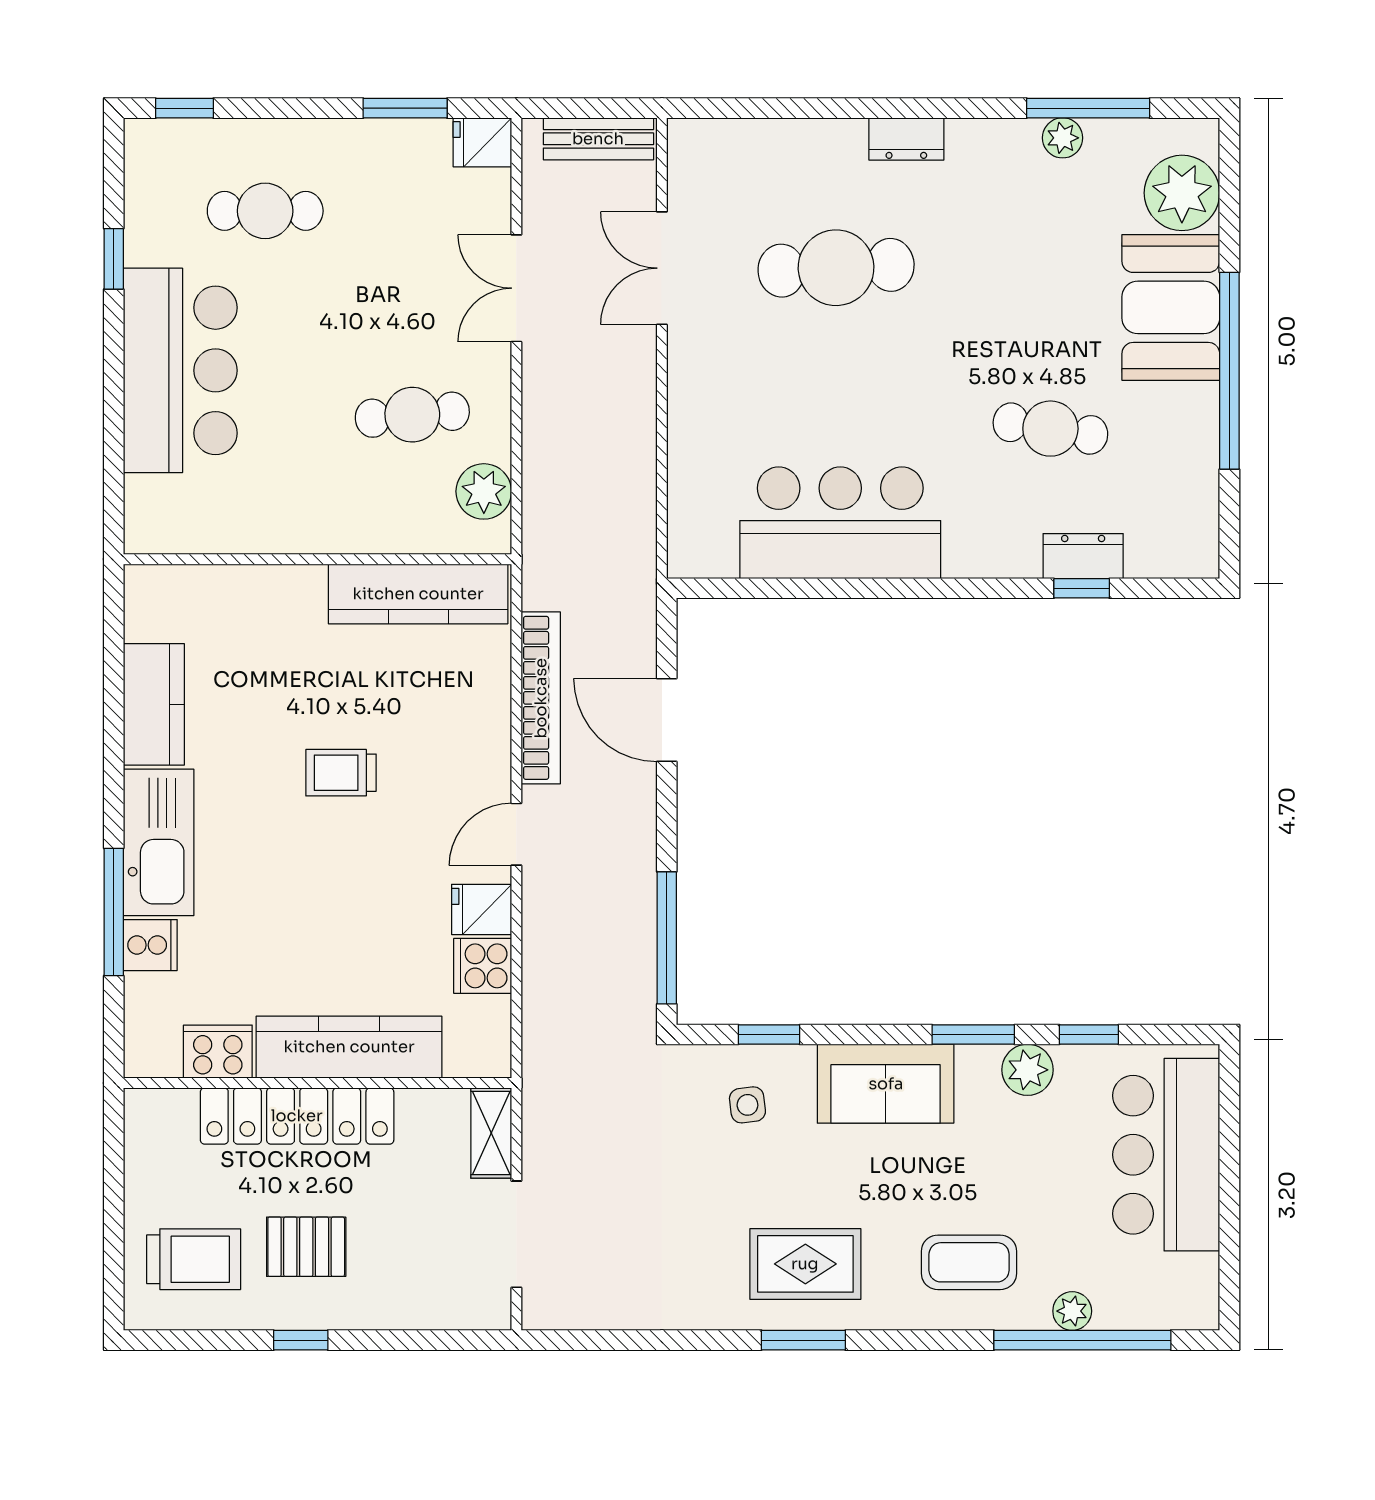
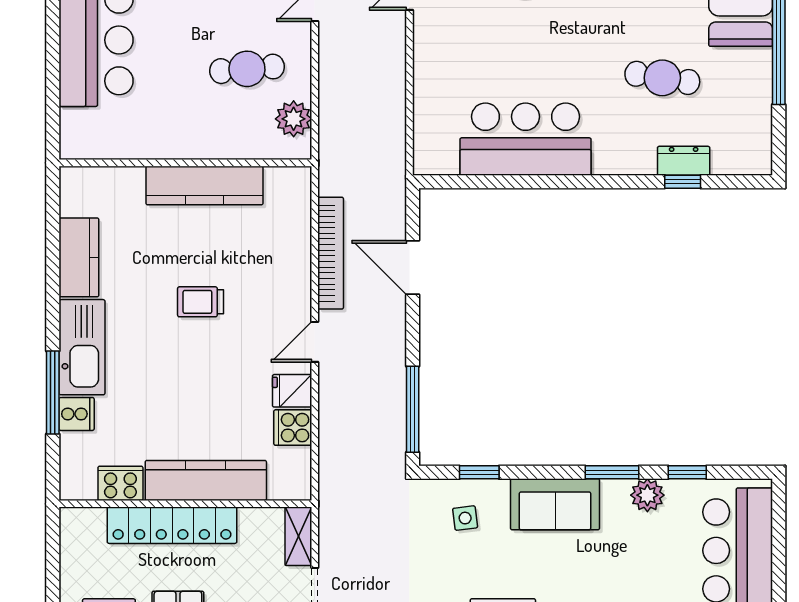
kitchen counter: (418, 594) -> (204, 185), moved

